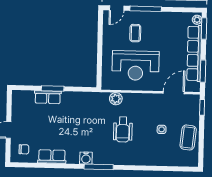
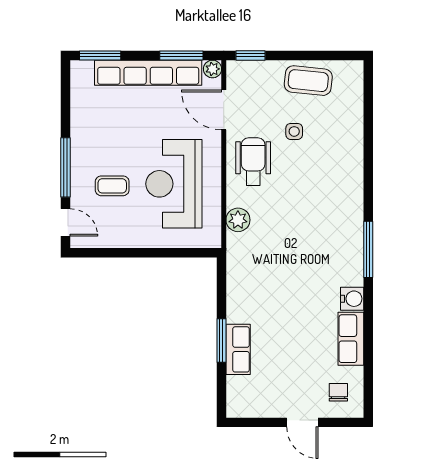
plant: (197, 20) -> (213, 69), moved
reception desk: (136, 66) -> (174, 184), turned 180
wheelchair: (123, 130) -> (253, 162), moved, turned -90
water cooler: (86, 158) -> (352, 299), moved

